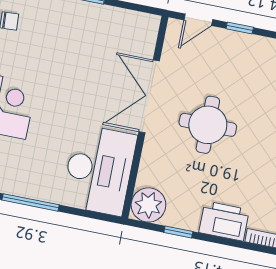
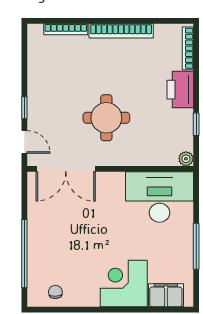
double door: (149, 96) -> (66, 169), moved
plant: (148, 205) -> (186, 159), width x0.53, depth x0.53

